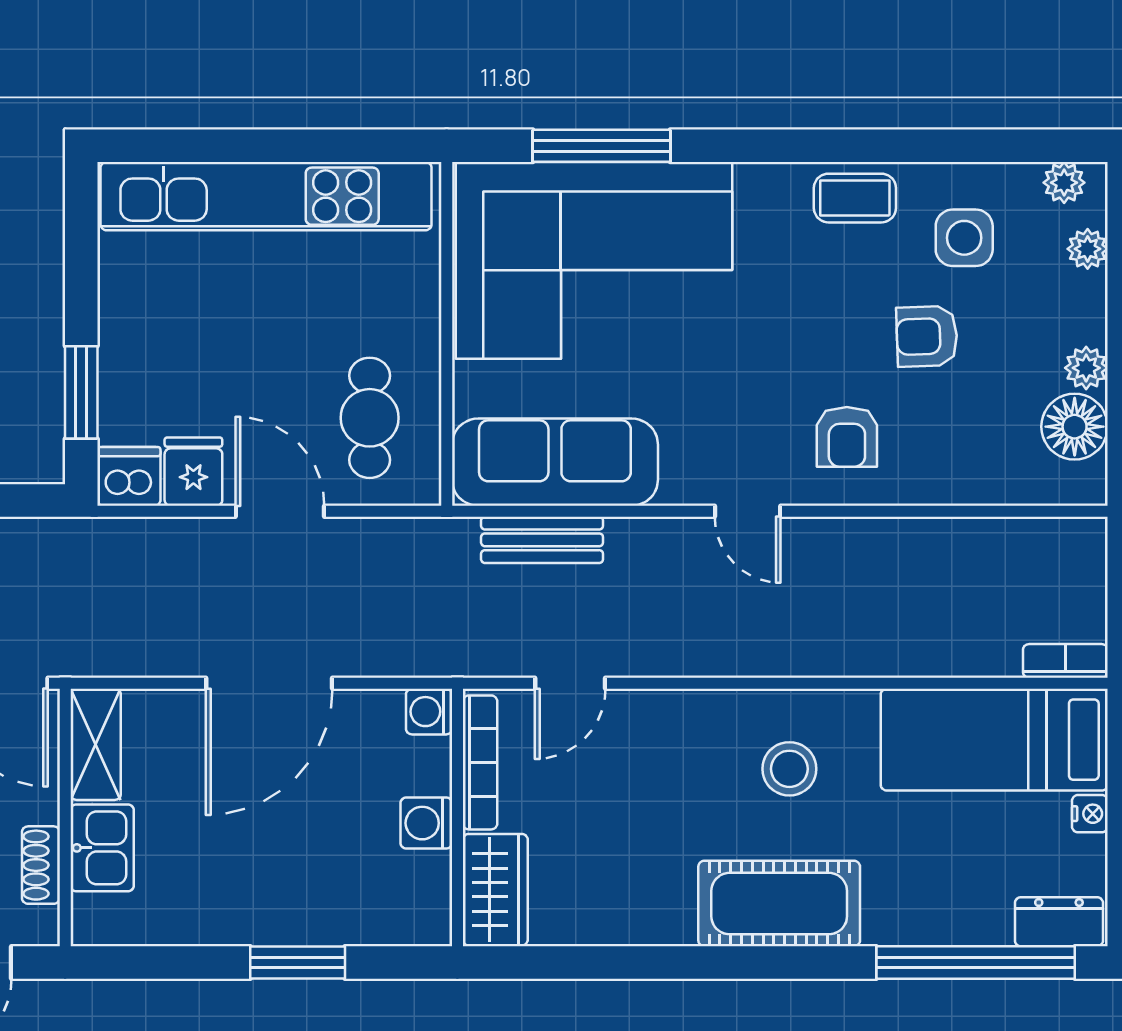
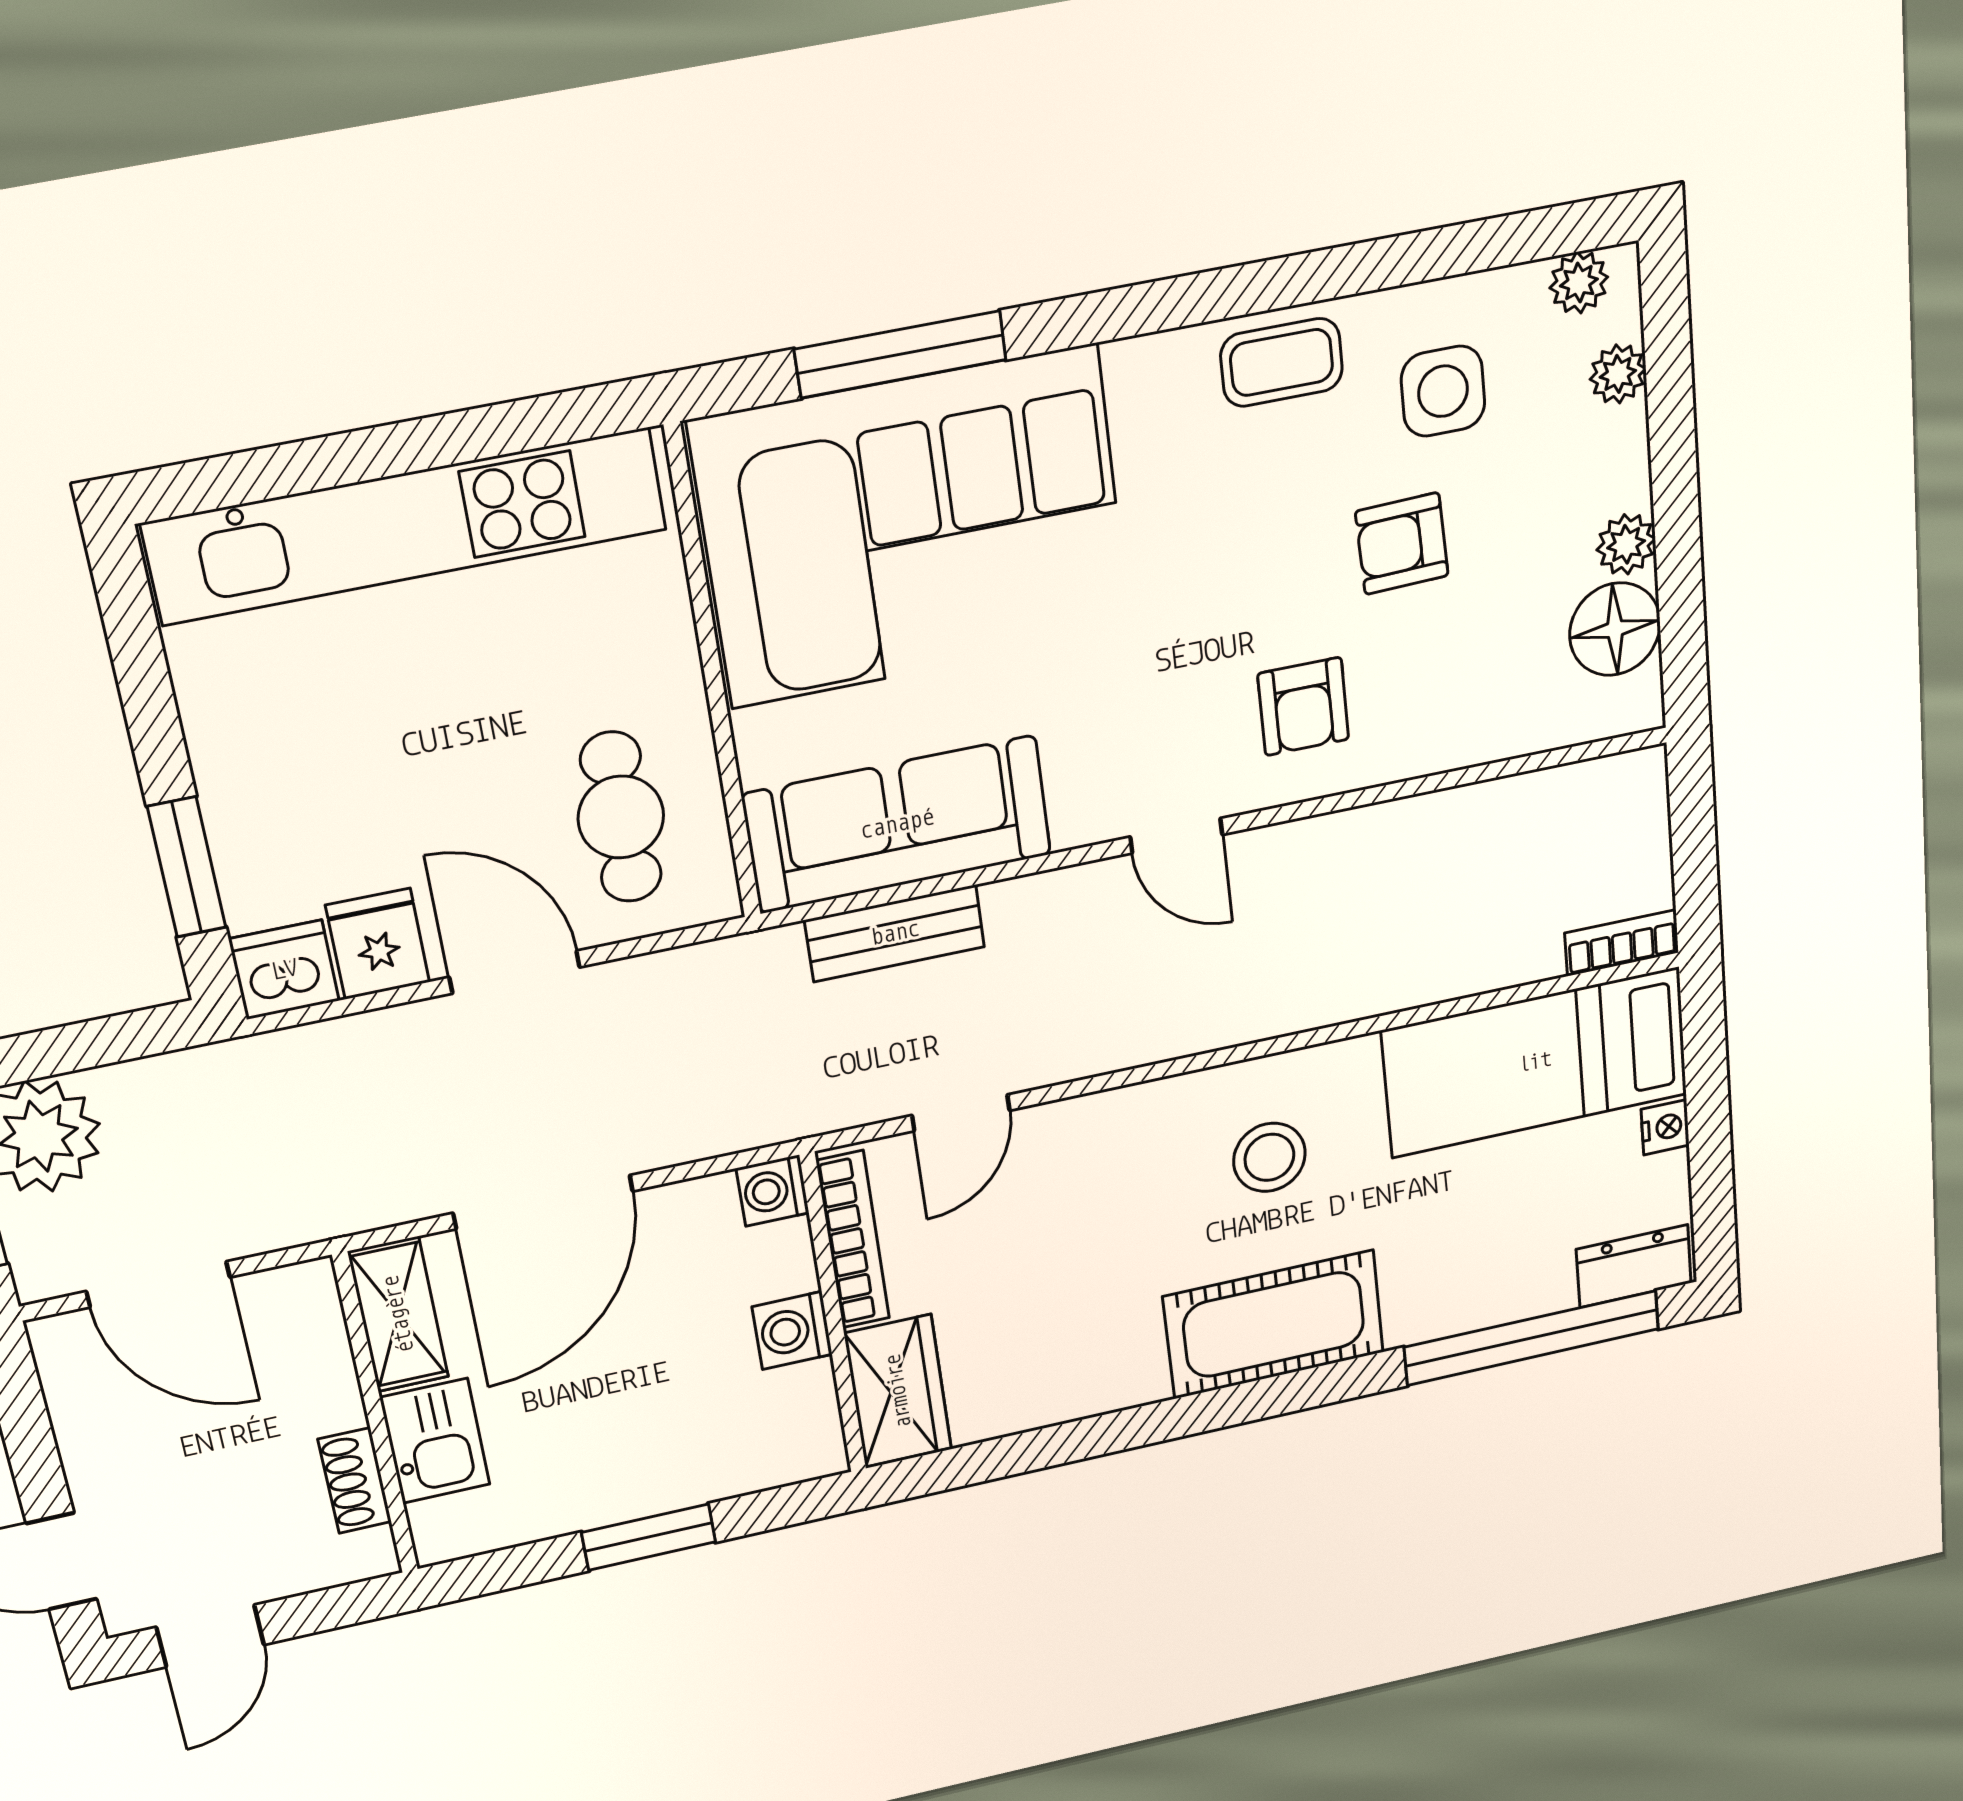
shelving: (96, 744) -> (398, 1314), moved
wall: (65, 818) -> (375, 1415), moved
kitchen sink: (102, 848) -> (435, 1441), moved
shoe rack: (41, 865) -> (355, 1481), moved

